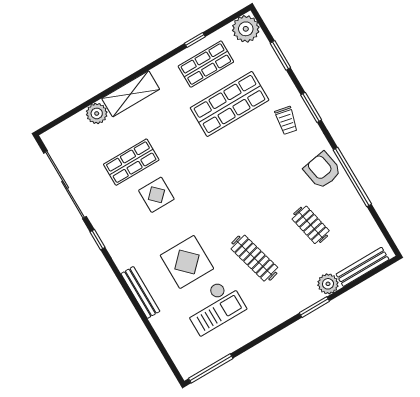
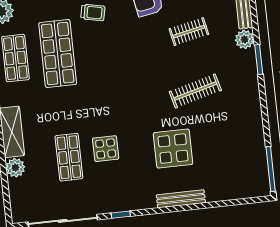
checkout: (214, 307) -> (220, 143), removed

